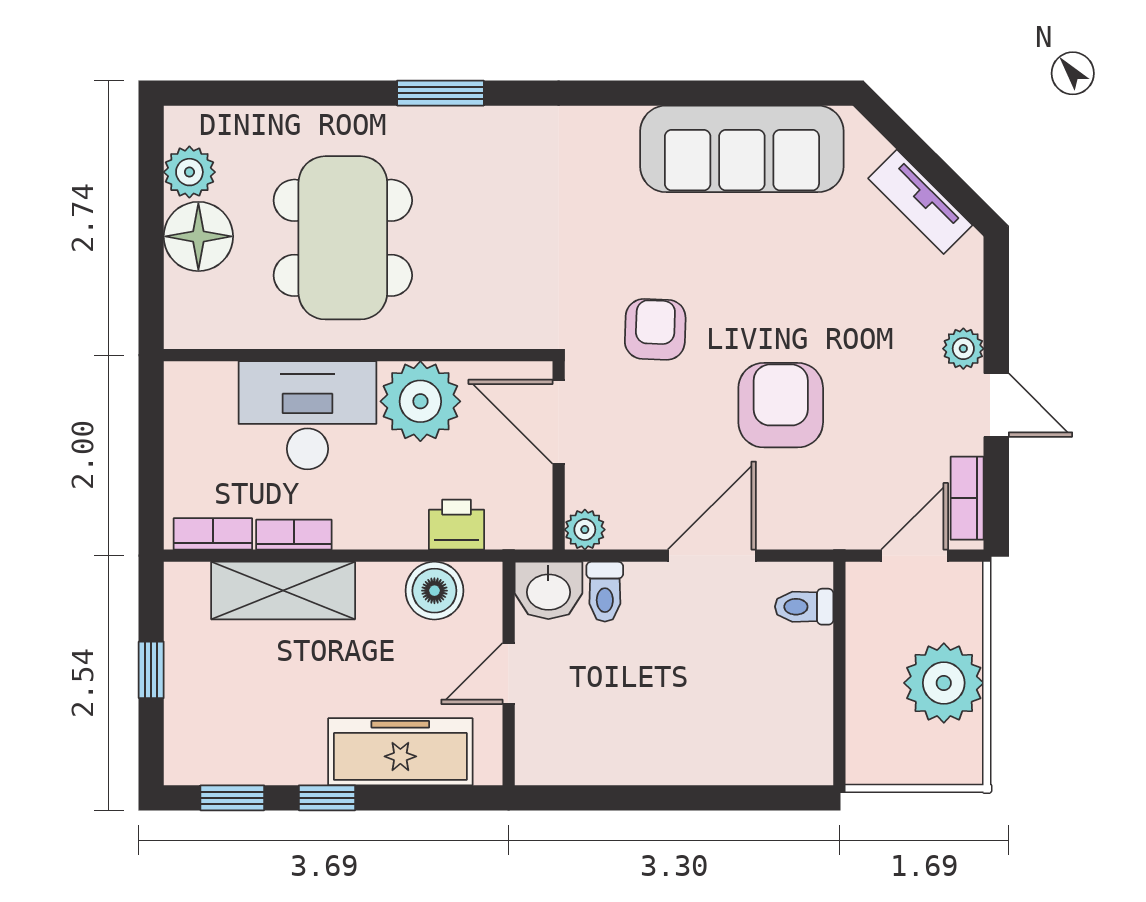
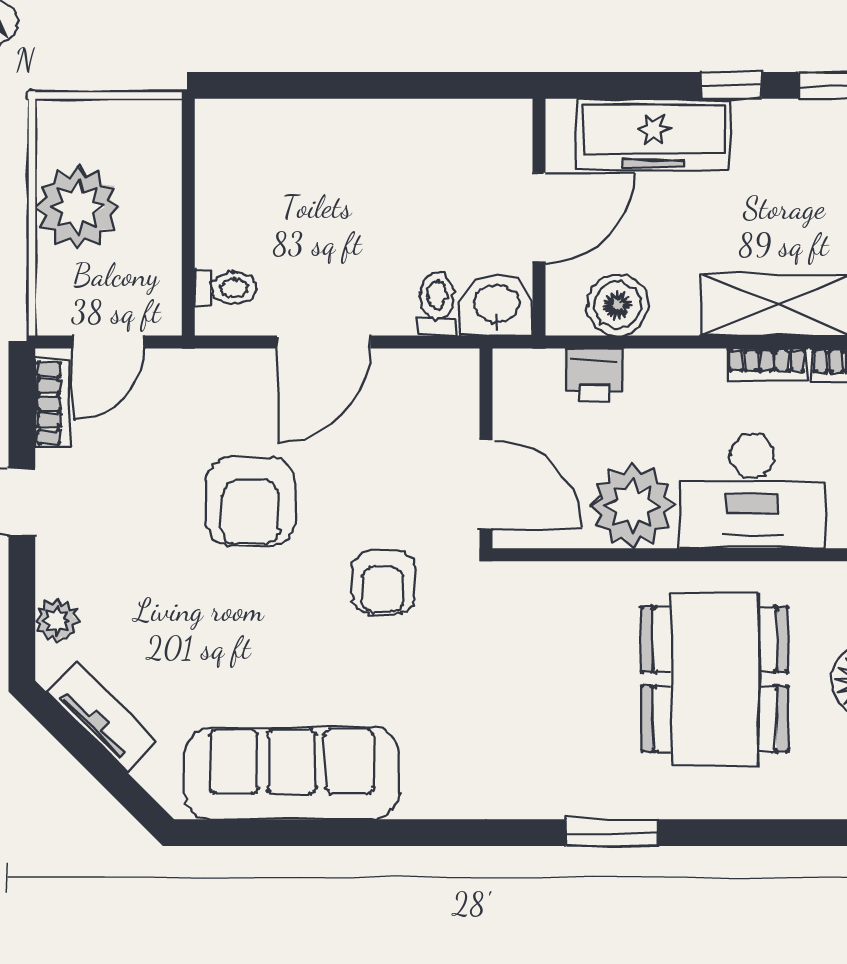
plant: (963, 349) -> (57, 621), moved
plant: (585, 530) -> (458, 370), removed
door: (509, 673) -> (539, 217), width x1.37

